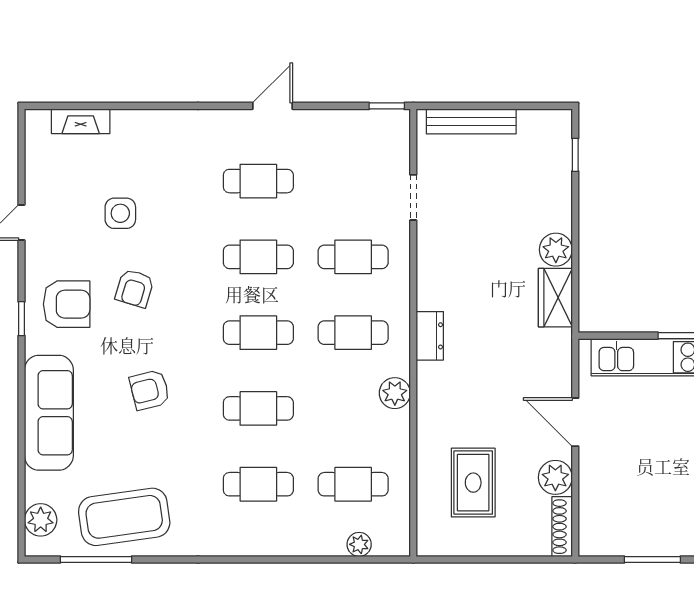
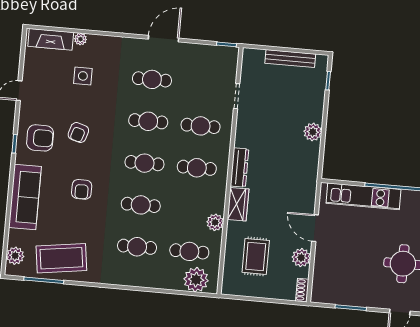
door: (273, 106) -> (163, 39), width x1.38
plant: (123, 120) -> (80, 39), added
fireplace: (81, 121) -> (51, 39), width x1.37, depth x1.32
bench: (471, 121) -> (290, 59), moved
side table: (120, 213) -> (83, 76), moved
wardrobe: (555, 298) -> (238, 204), moved, turned 180
dresser: (430, 336) -> (239, 167), width x1.44
armchair: (150, 390) -> (82, 189), turned -76
plant: (395, 393) -> (215, 222), moved
shoe rack: (562, 527) -> (302, 290), width x0.70
plant: (359, 544) -> (196, 280), width x1.88, depth x1.88

